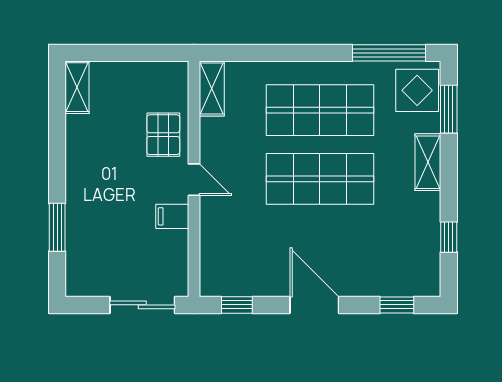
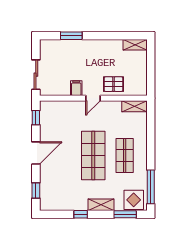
shop shelf: (320, 110) -> (125, 156), width x0.70, depth x0.74
window: (449, 237) -> (81, 214), moved

